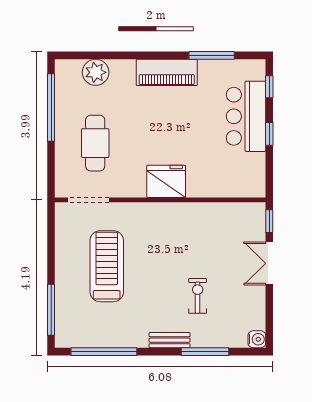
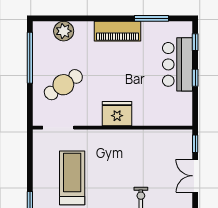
cafe table: (95, 143) -> (63, 85), turned 56

